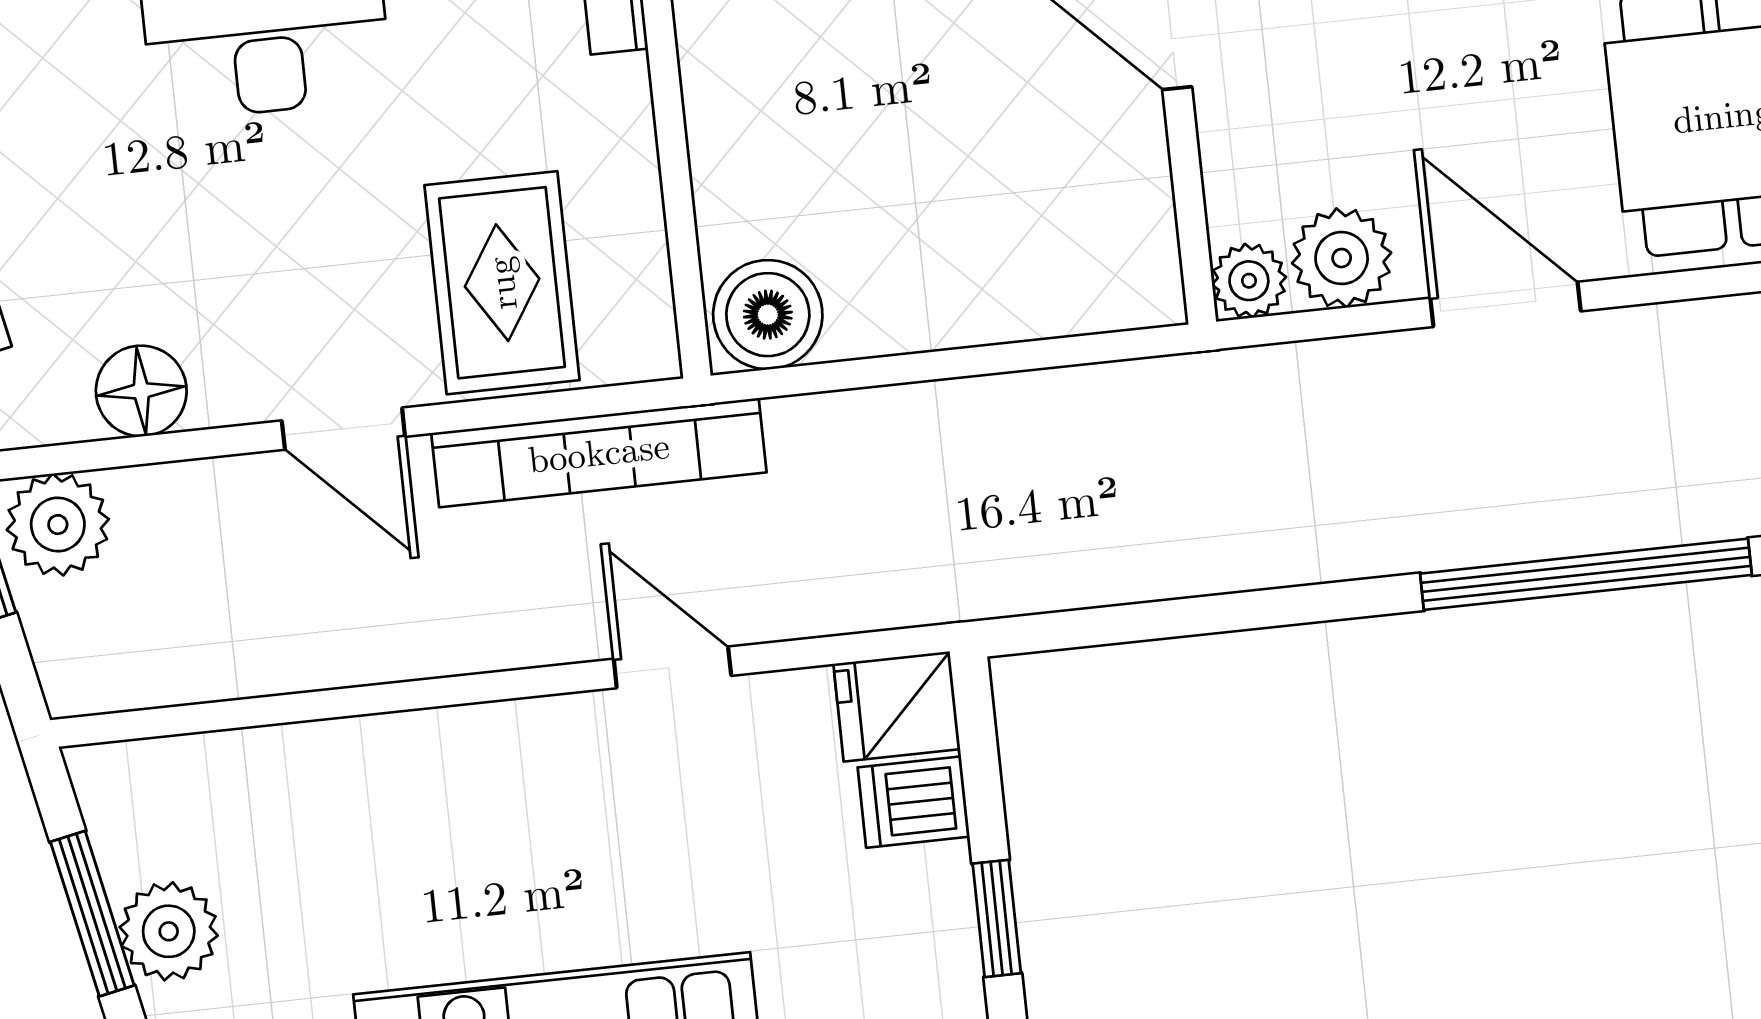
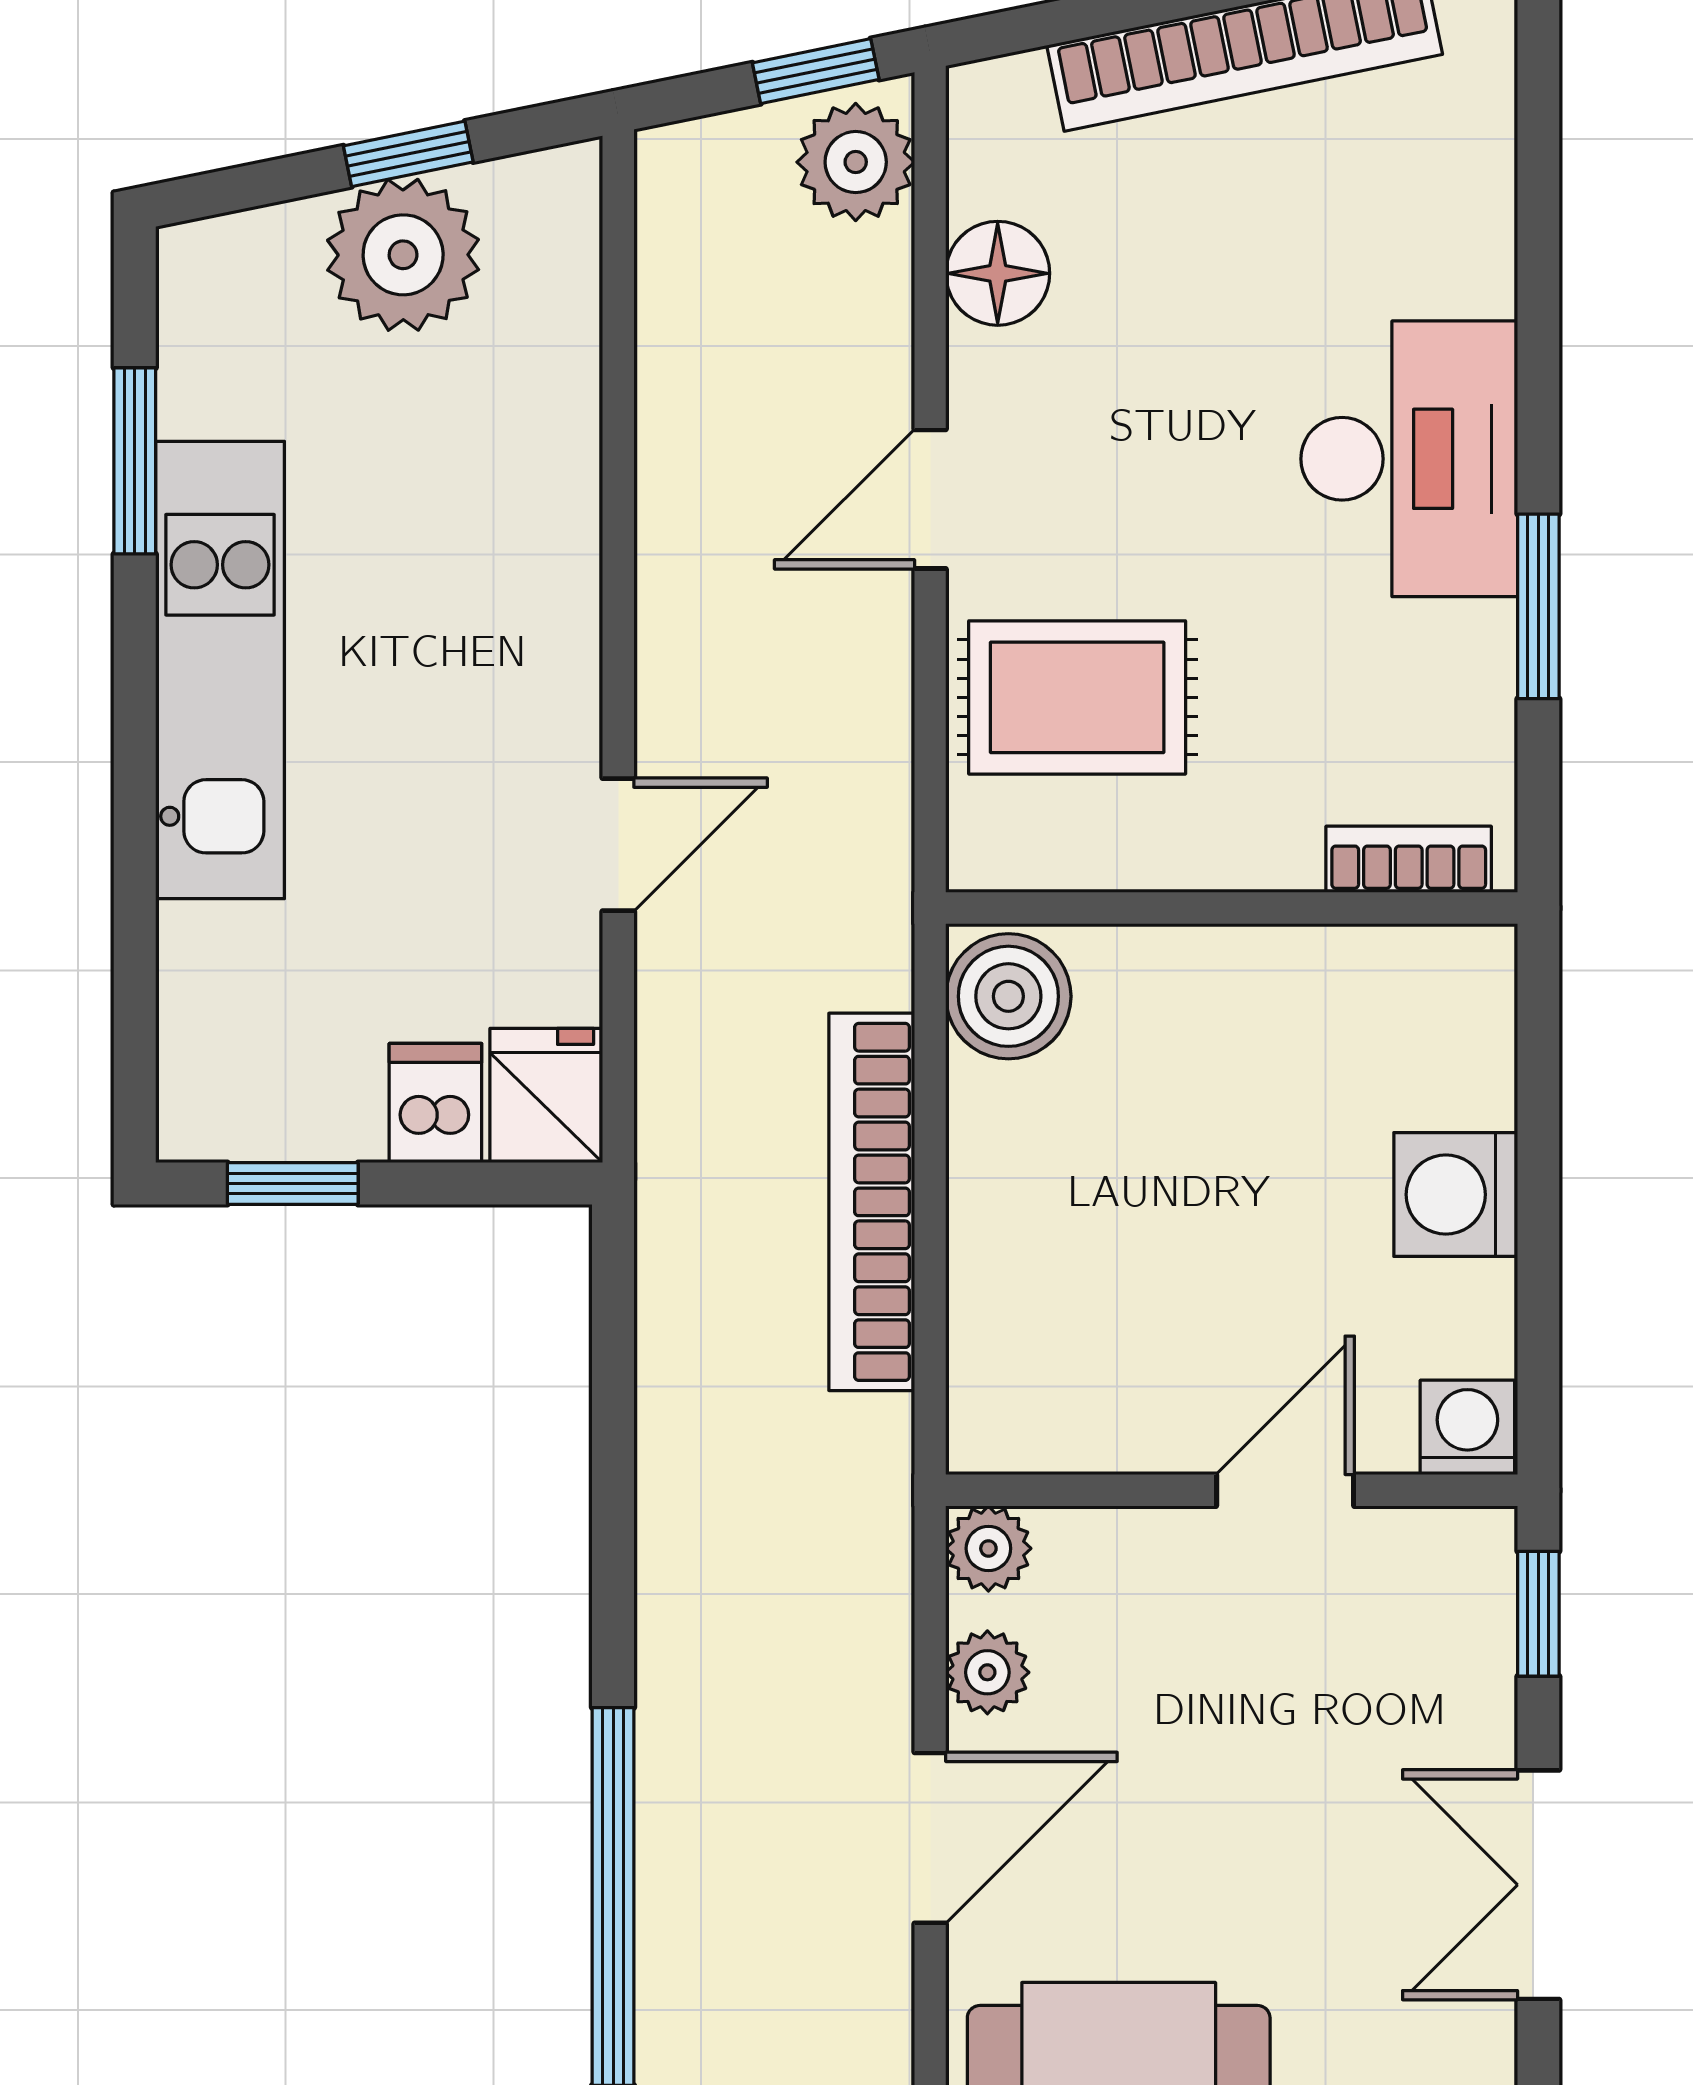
plant: (1342, 258) -> (987, 1672), width x0.73, depth x0.73
bookcase: (599, 453) -> (872, 1202), moved
window: (92, 914) -> (408, 154), width x0.67
plant: (169, 931) -> (403, 255), width x1.36, depth x1.36

